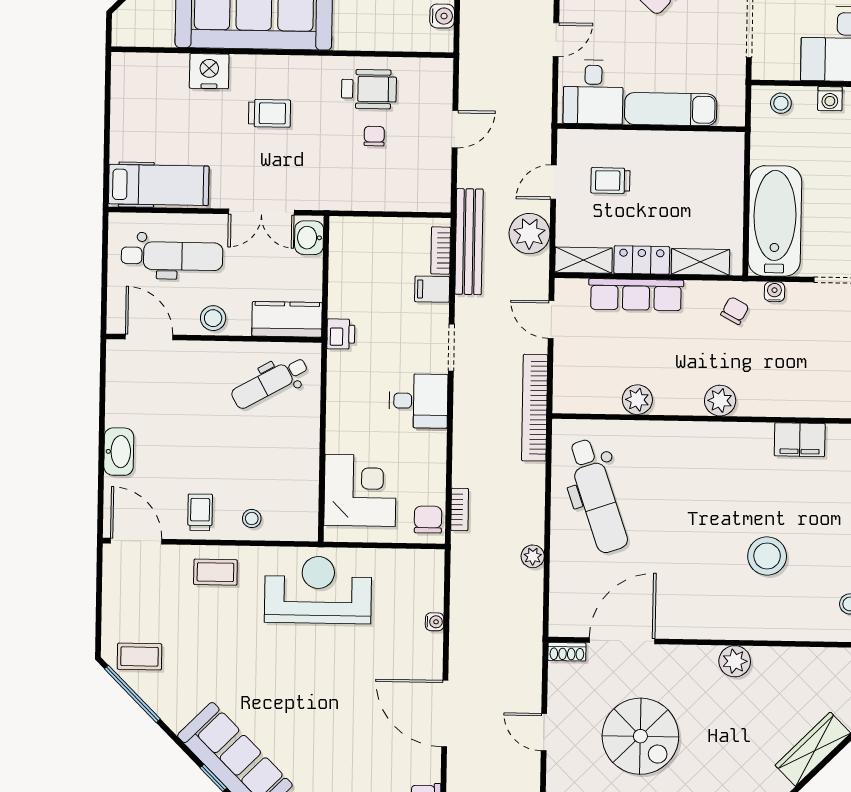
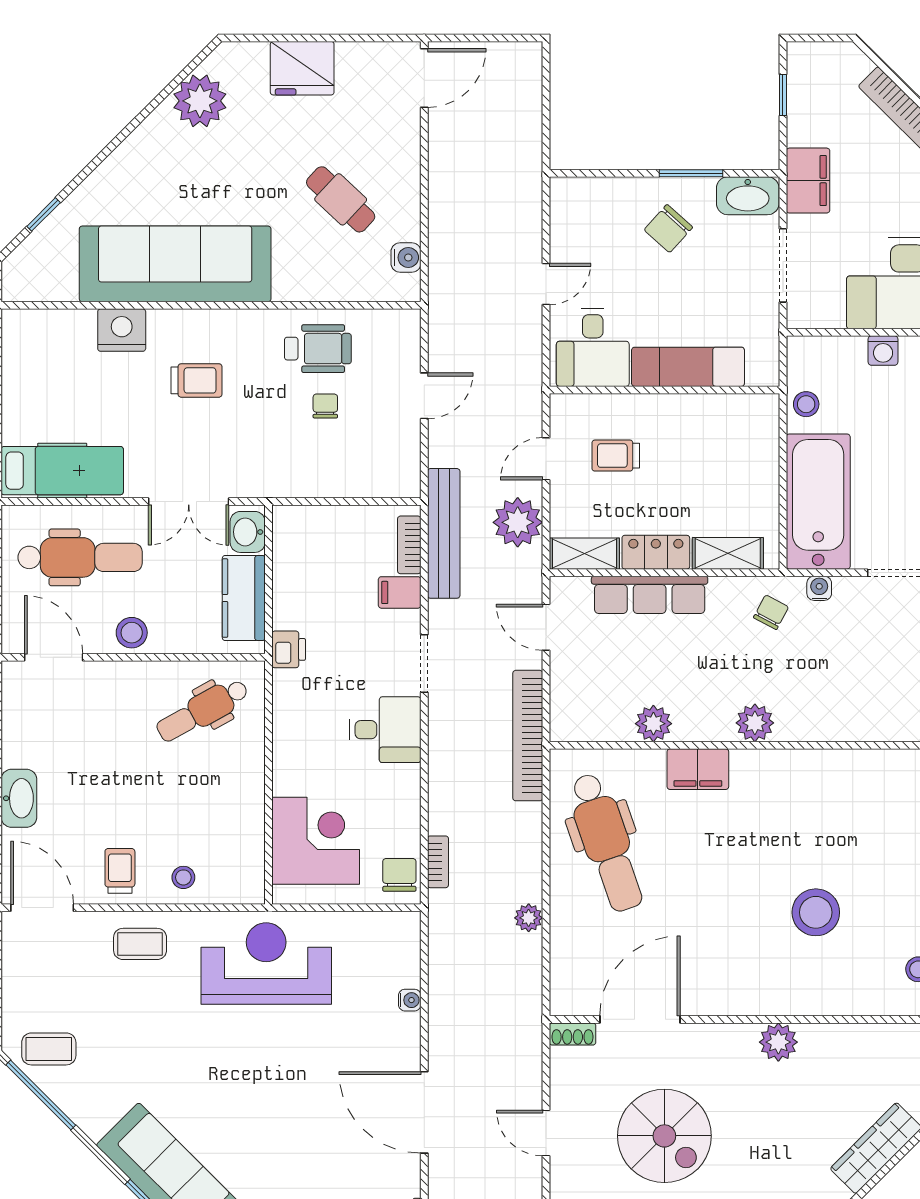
stool: (781, 103) -> (806, 404), moved
kitchen counter: (287, 319) -> (244, 598), moved, turned -90
filing cabinet: (800, 440) -> (698, 769), moved

